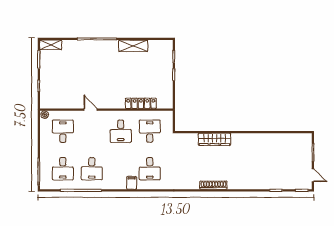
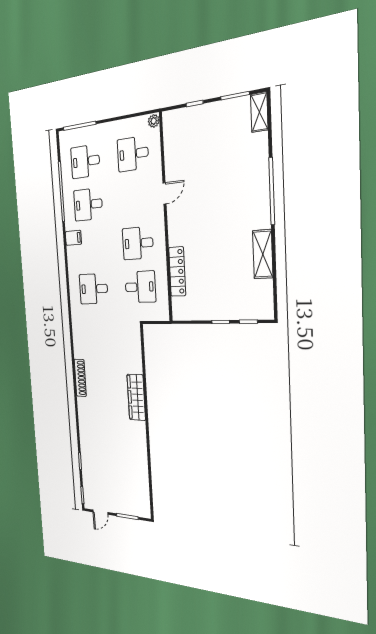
desk: (63, 131) -> (133, 154), turned 180
wardrobe: (214, 139) -> (136, 397), moved
filing cabinet: (132, 183) -> (73, 238), moved

